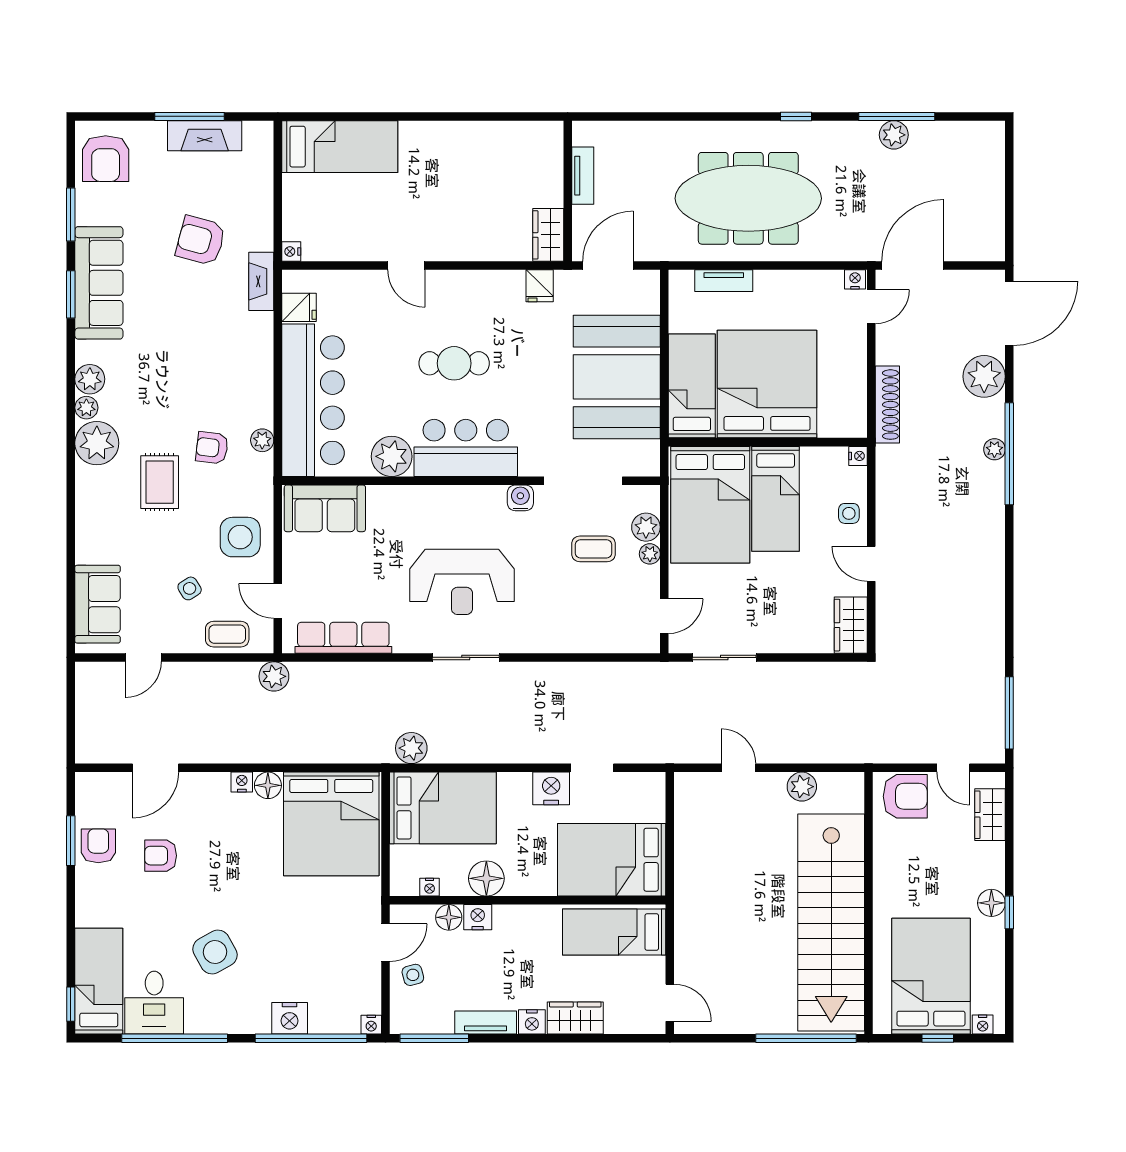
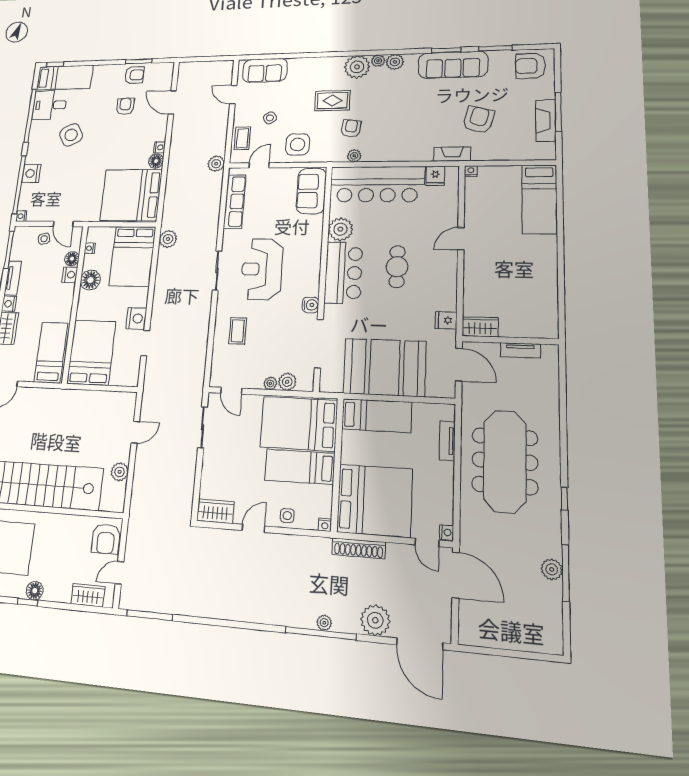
bed: (767, 384) -> (375, 501), moved
coffee table: (594, 549) -> (238, 331), moved

